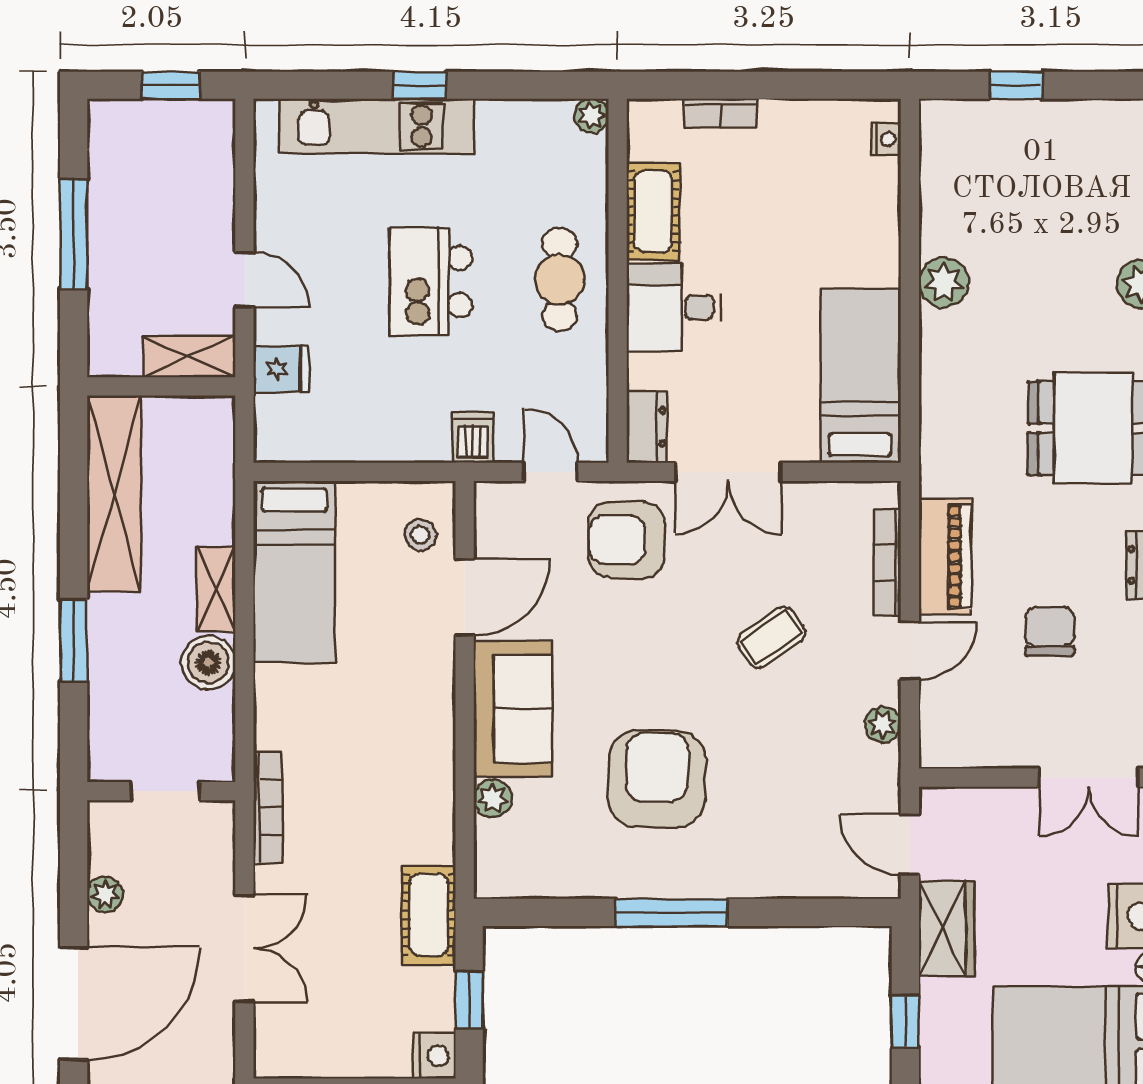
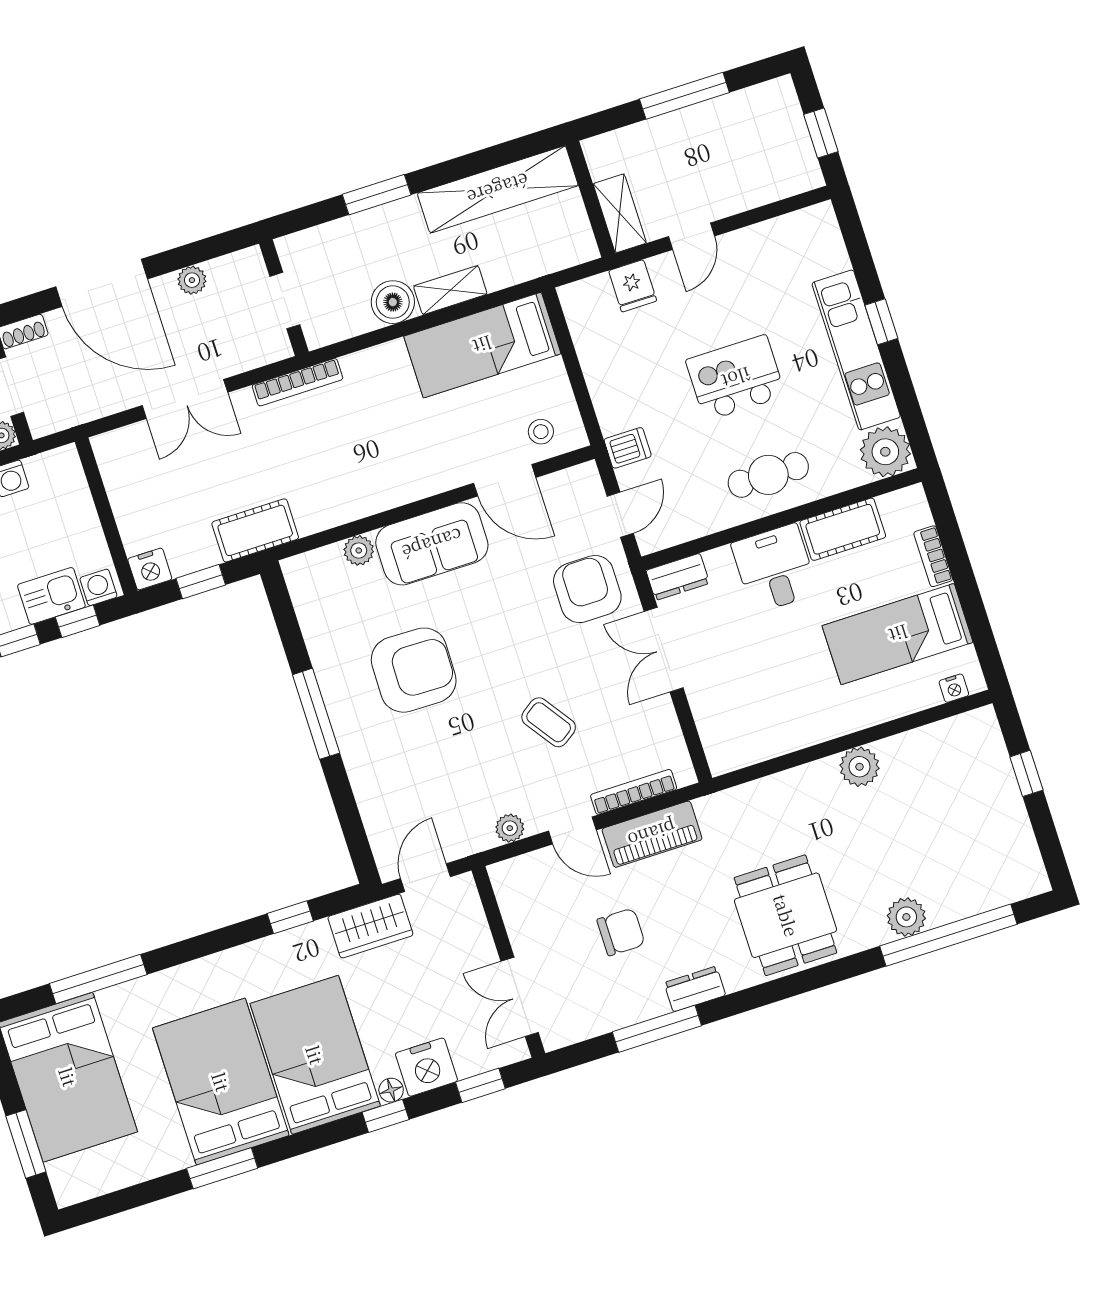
plant: (592, 116) -> (885, 452), width x1.88, depth x1.88
kitchen unit: (377, 126) -> (856, 350), moved
bed: (860, 376) -> (898, 634), moved, turned 180

